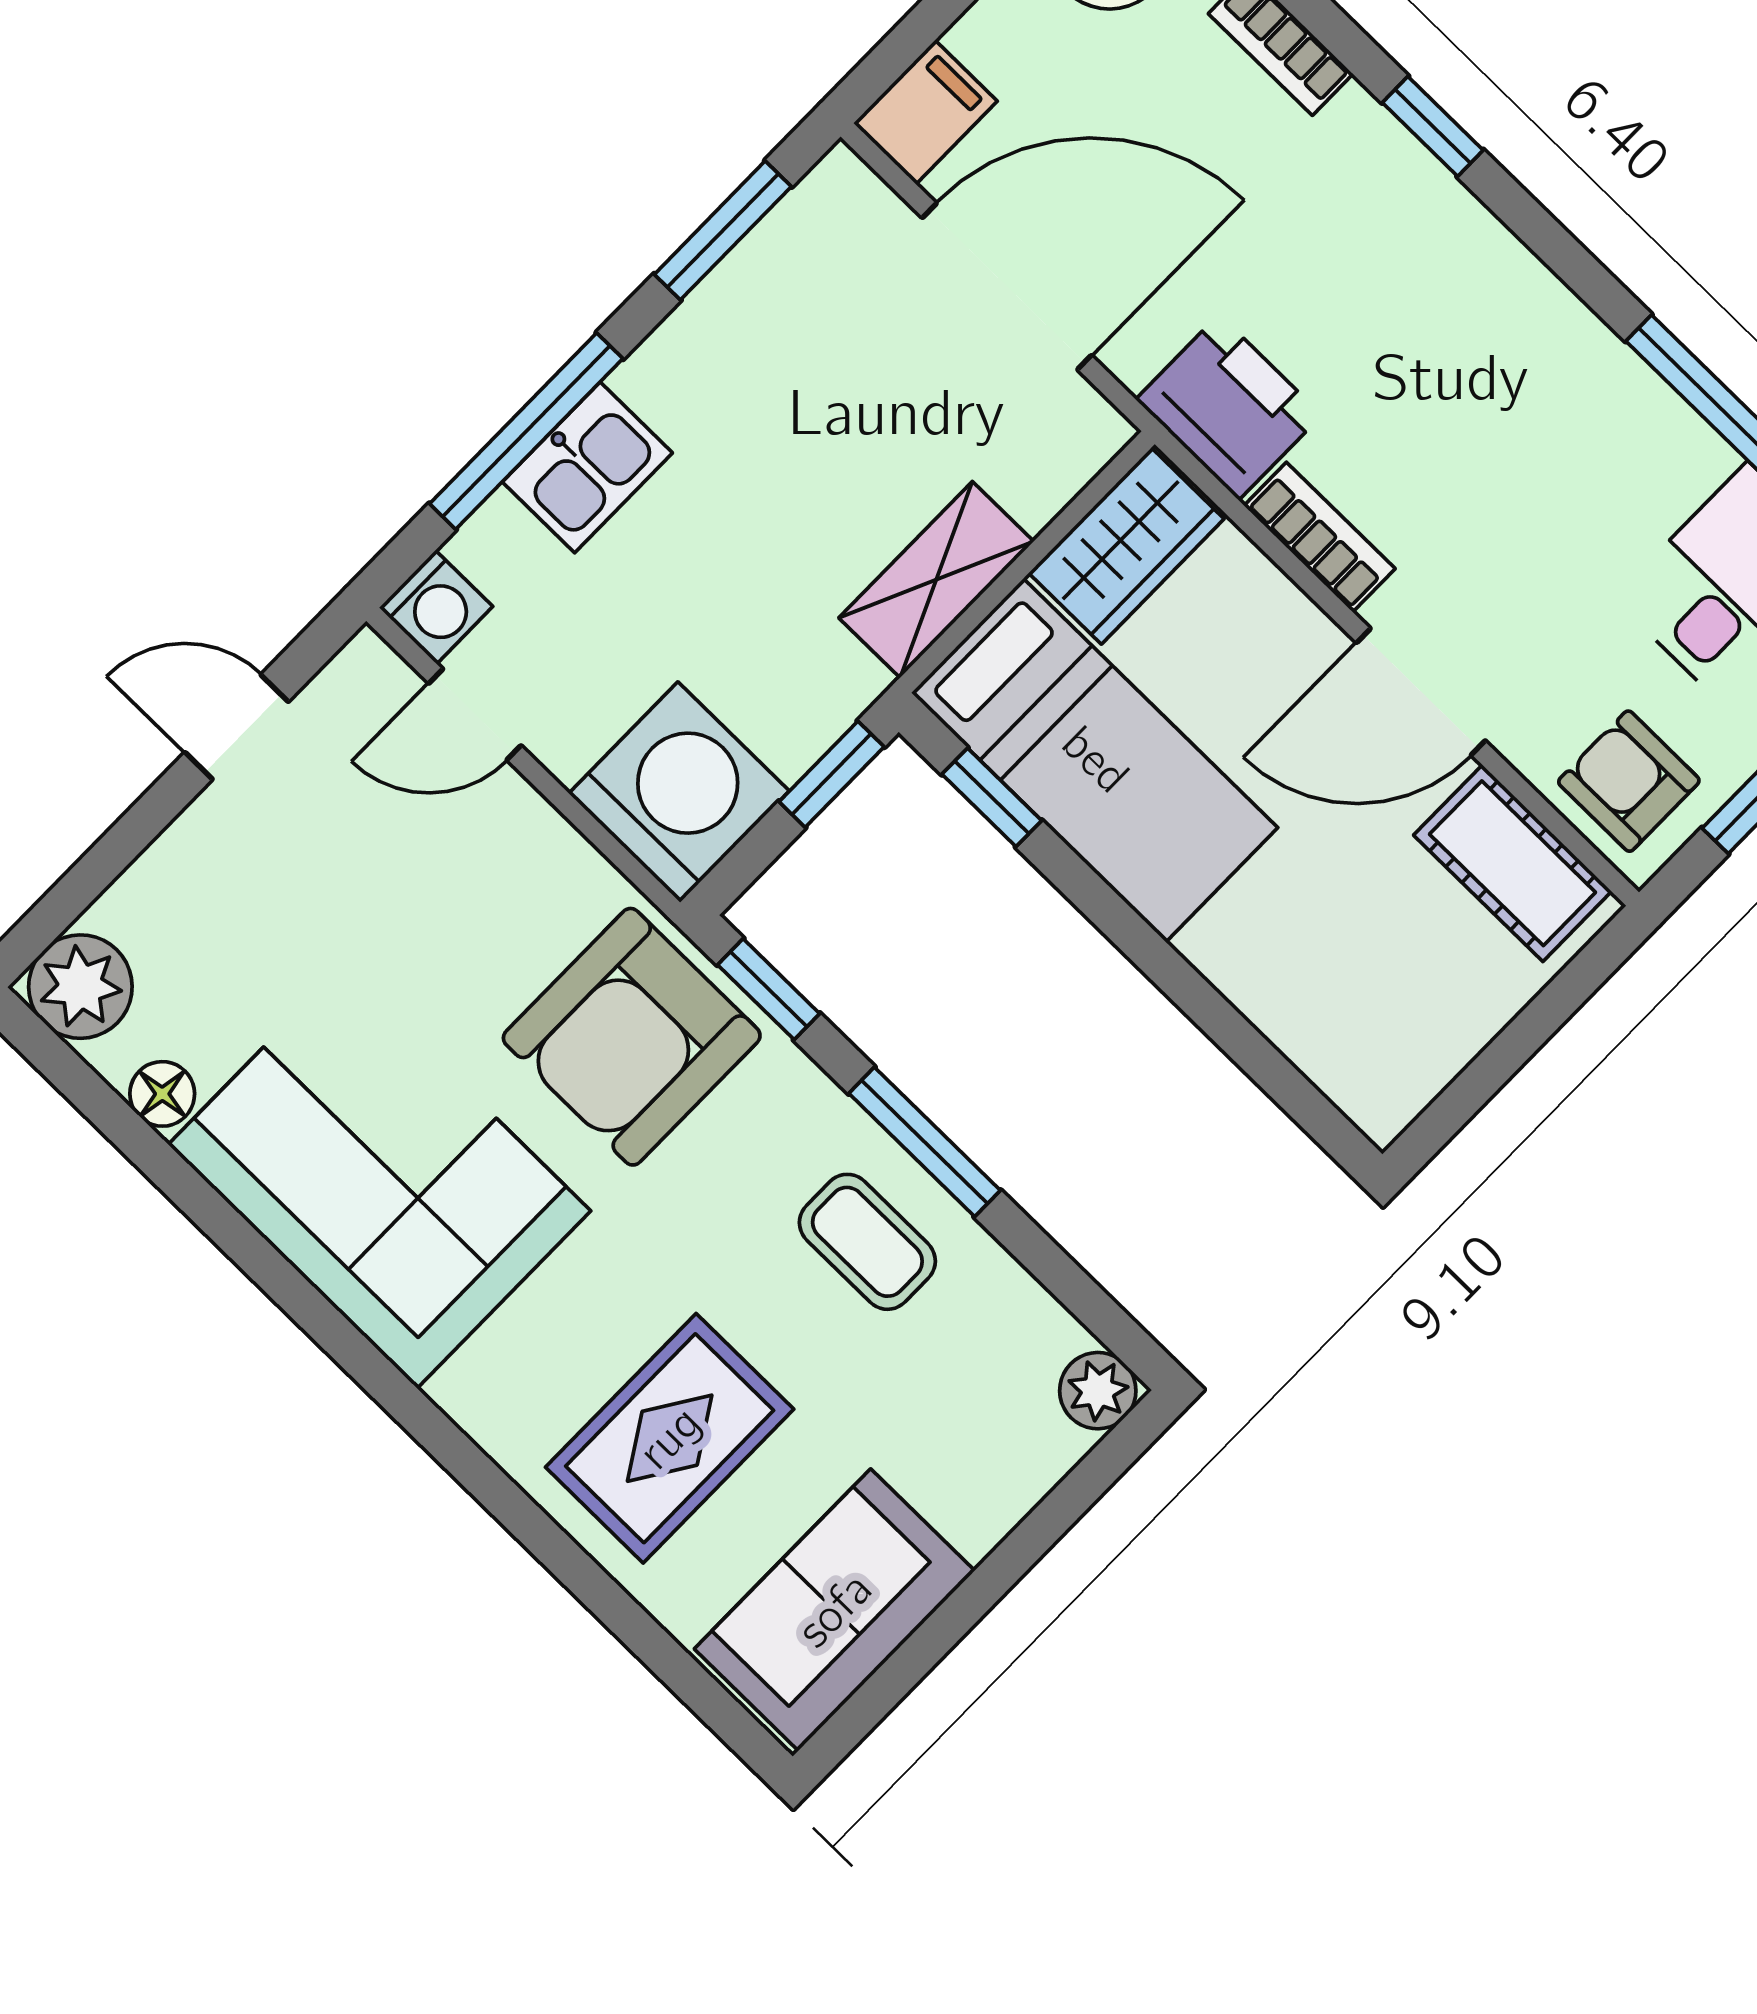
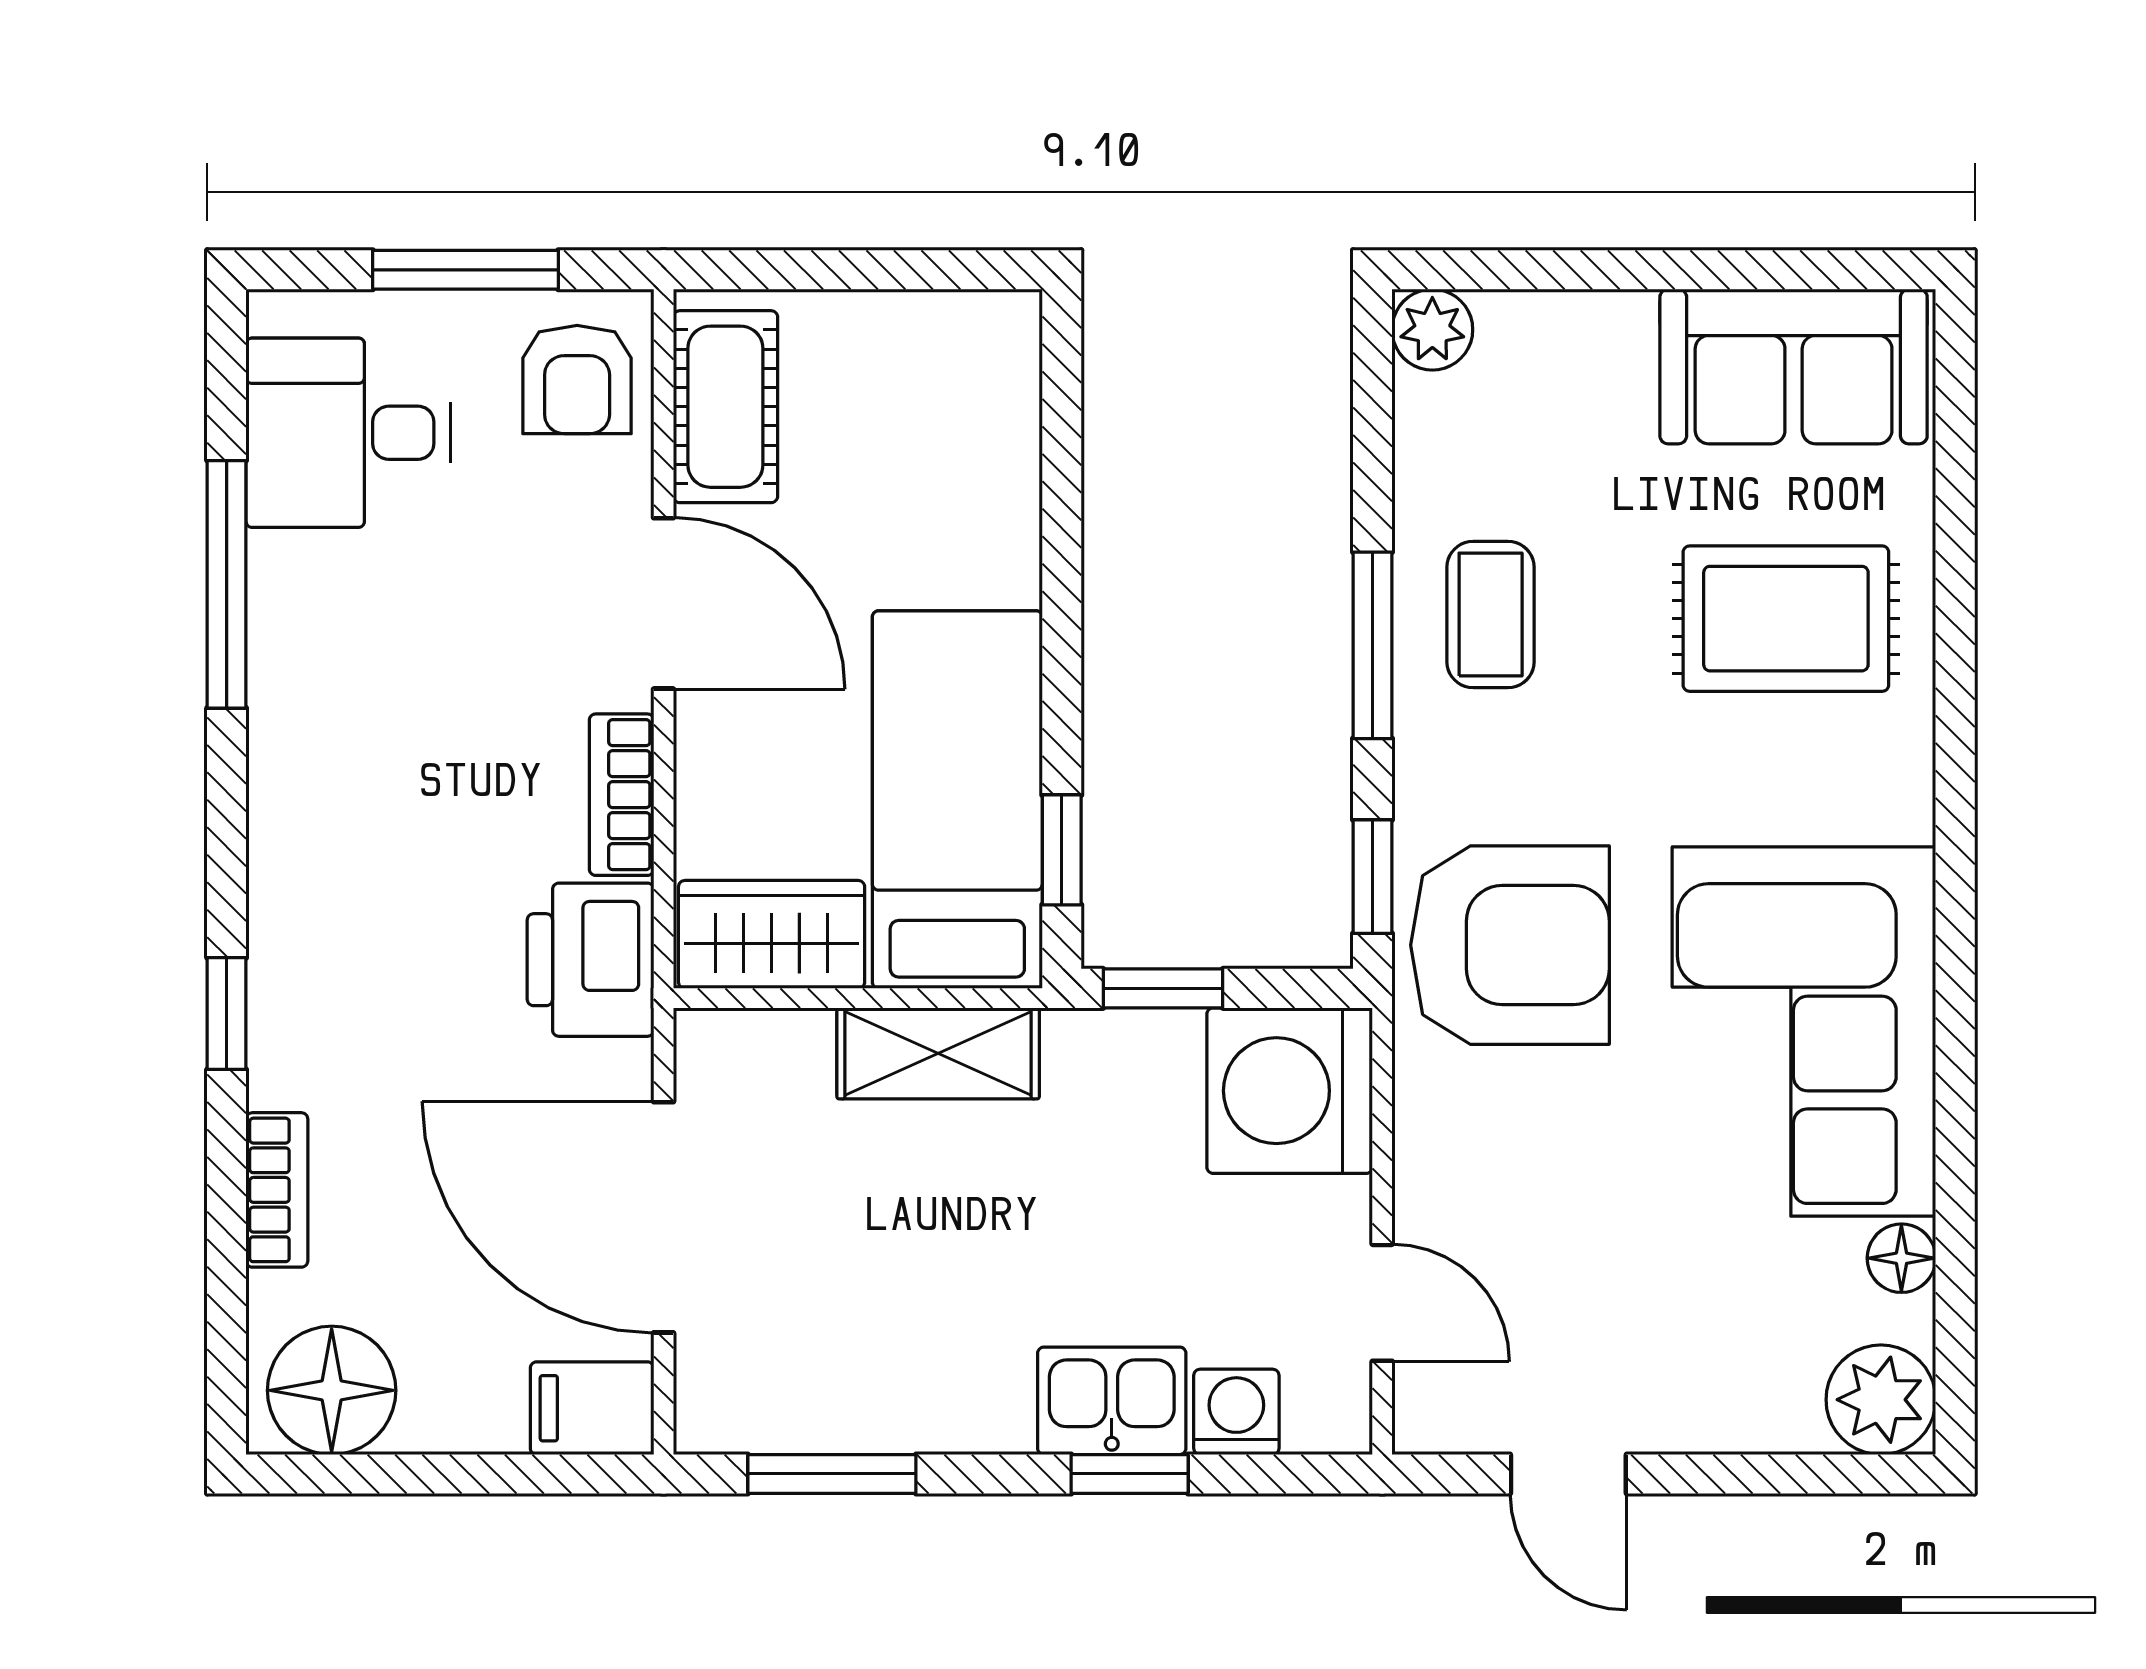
window: (526, 431) -> (1130, 1474), width x0.46
washing machine: (436, 607) -> (1236, 1412), moved

